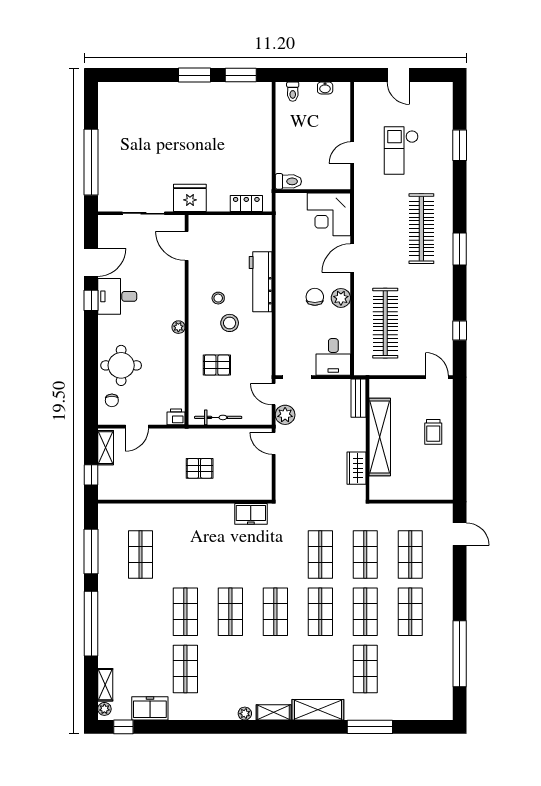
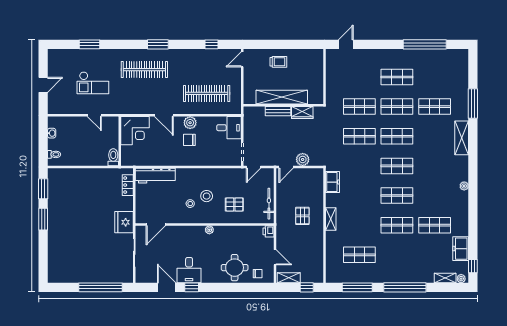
workbench: (261, 282) -> (155, 176), moved
pallet: (217, 365) -> (234, 204), turned 90
bench: (358, 398) -> (278, 111), moved
plant: (285, 415) -> (303, 159), moved
shop shelf: (410, 555) -> (359, 77), removed
shelving: (274, 712) -> (331, 219), moved

